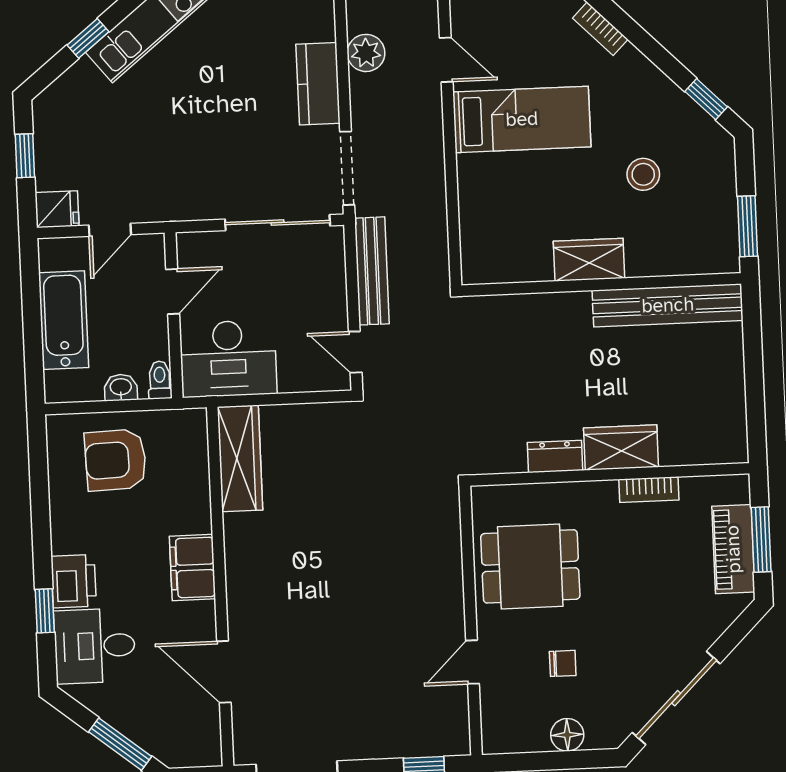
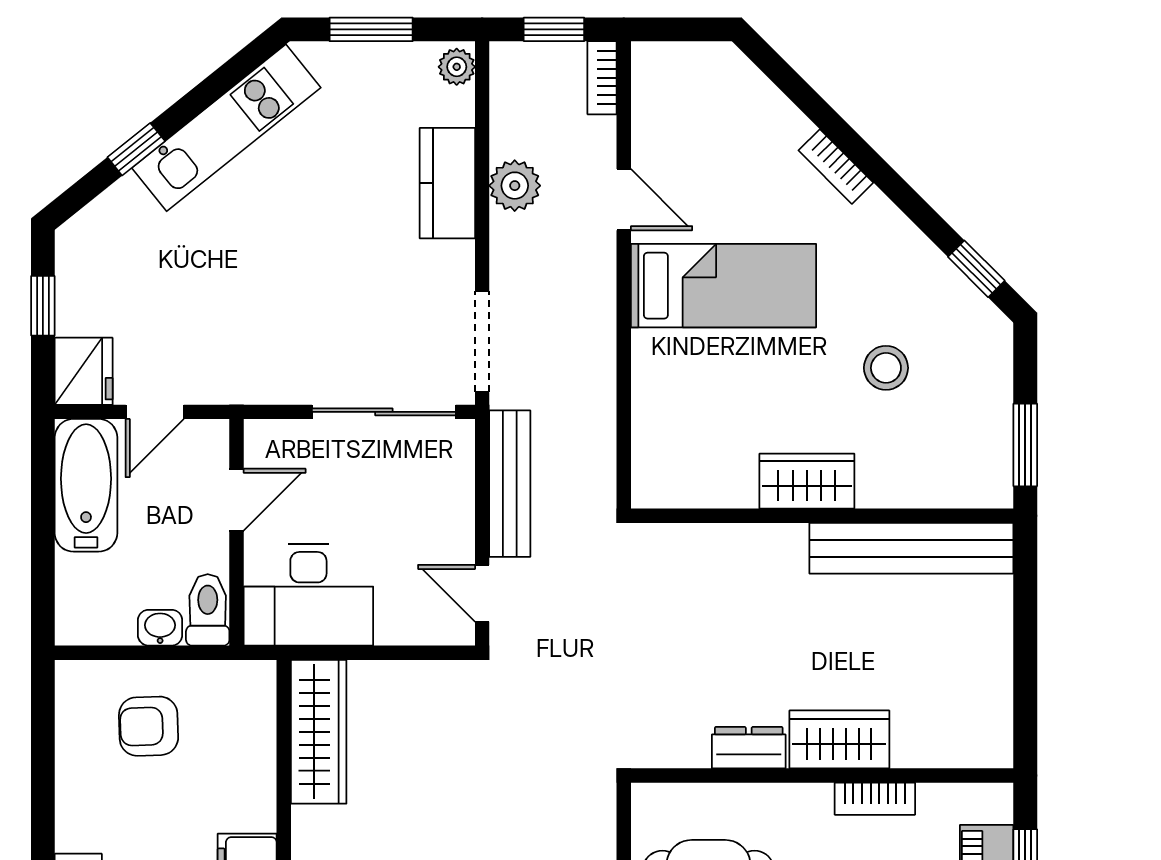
kitchen counter: (318, 84) -> (447, 183), moved
fridge: (57, 209) -> (84, 371), width x1.38
bathtub: (64, 320) -> (86, 485), moved
toilet: (160, 380) -> (208, 610), width x1.37, depth x1.39
armchair: (115, 460) -> (149, 726), width x0.72, depth x0.72

